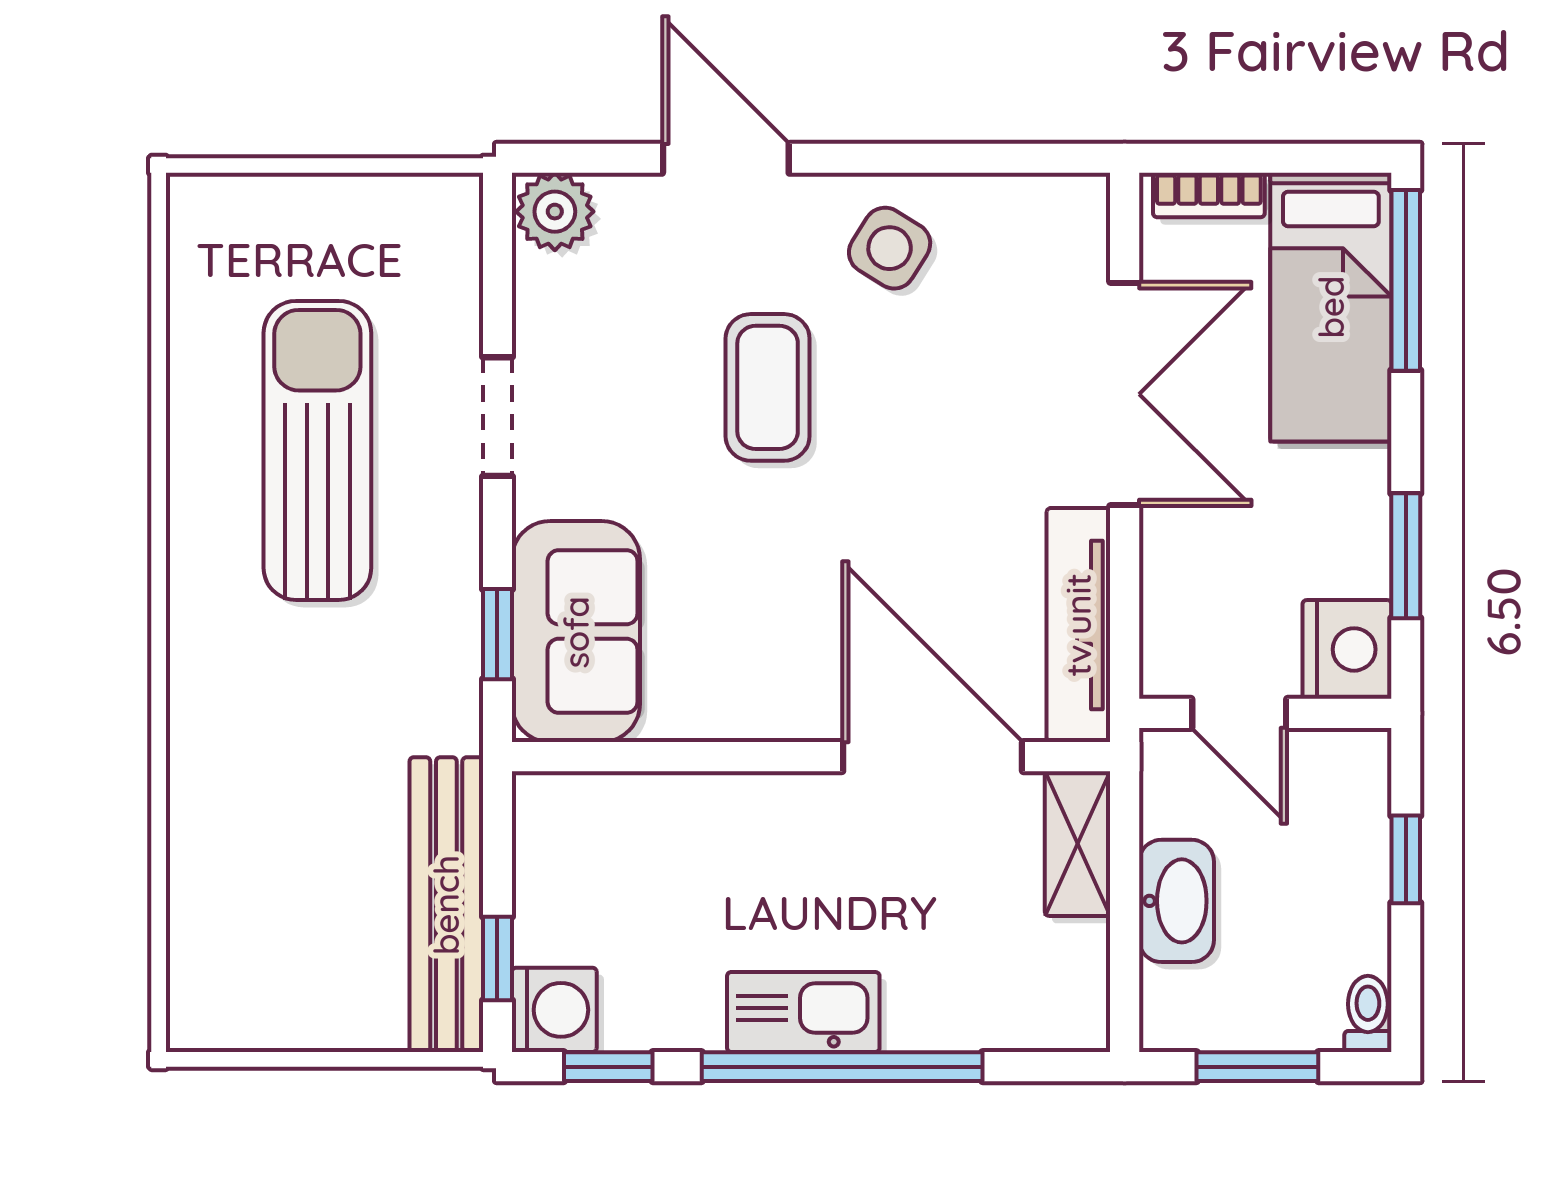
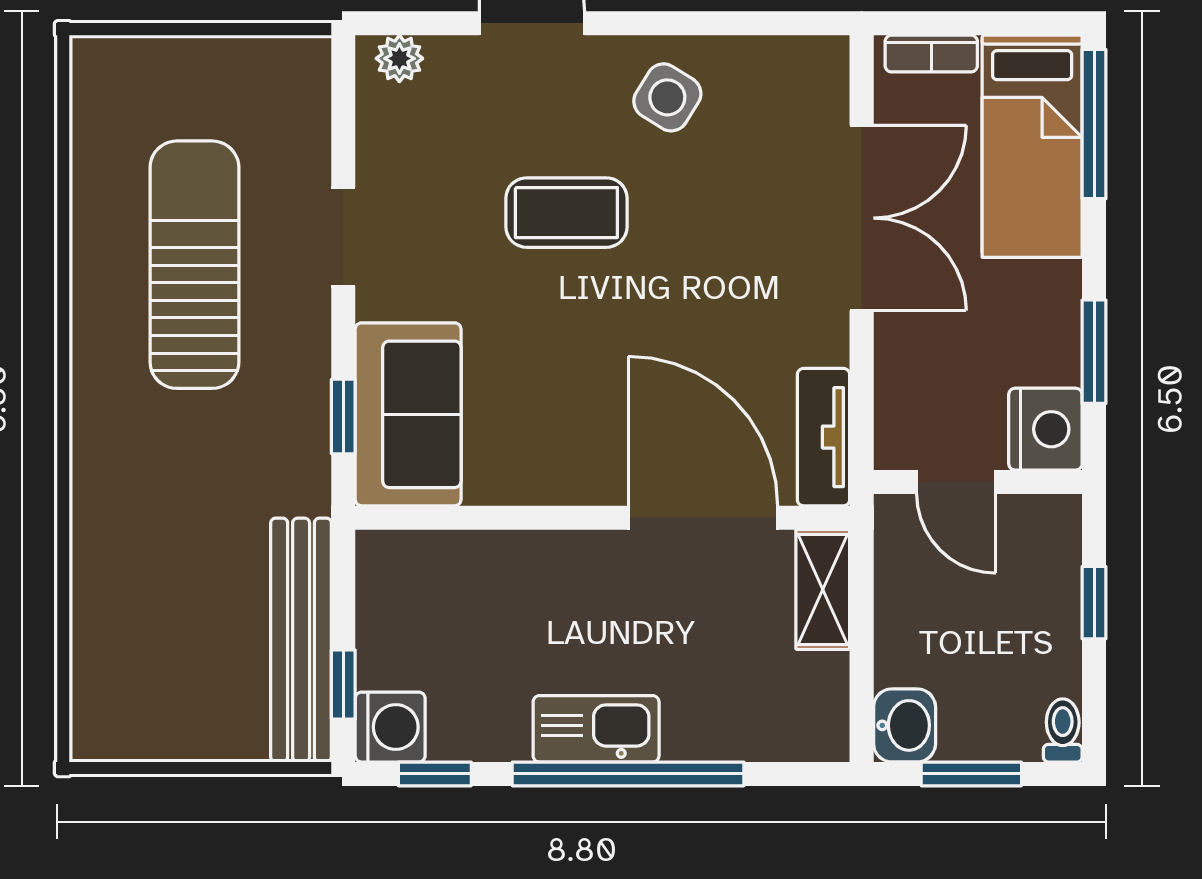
plant: (555, 212) -> (399, 58), width x0.73, depth x0.73
coffee table: (768, 387) -> (566, 213), turned 90
tv unit: (1078, 625) -> (824, 437), width x0.71
washbasin: (1177, 901) -> (905, 725), moved, width x0.72

